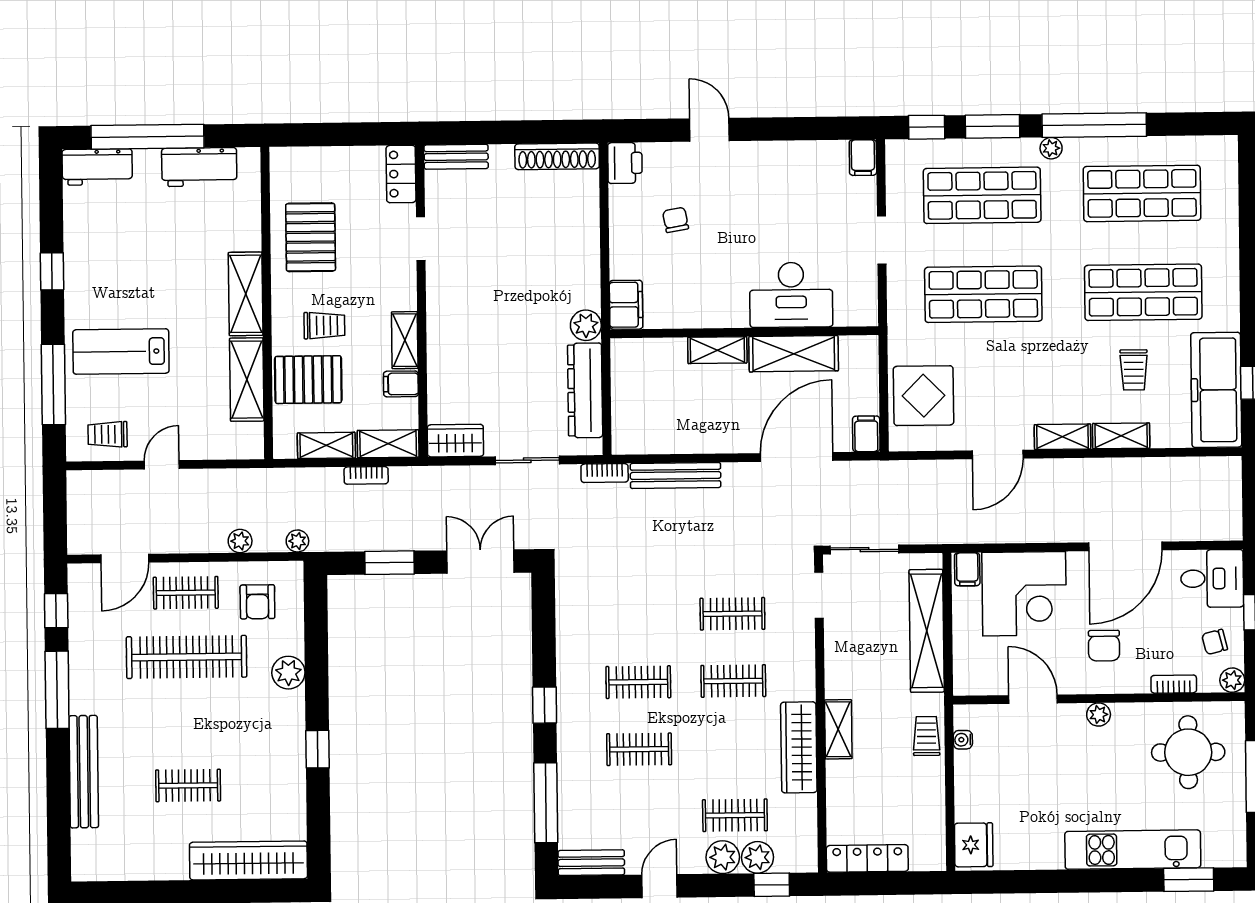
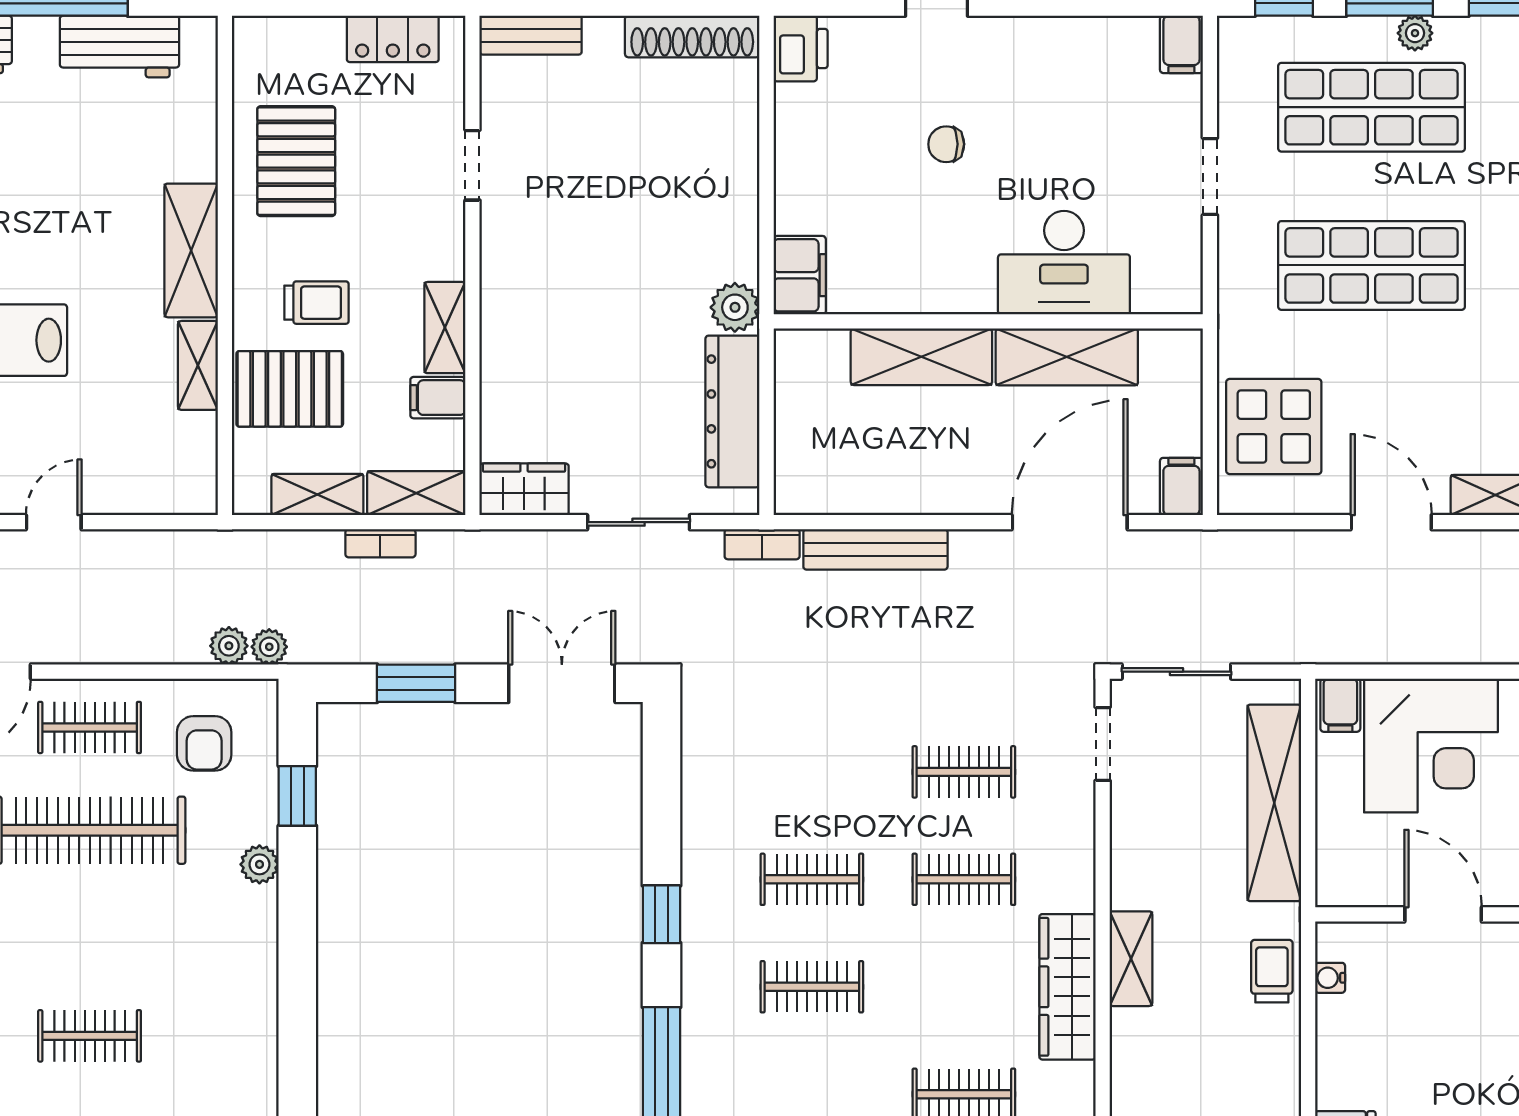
plant: (1051, 148) -> (1415, 33), moved
locker: (401, 174) -> (393, 39), moved, turned -90
chair: (676, 220) -> (946, 144), moved, turned -80
shelving: (717, 350) -> (921, 357), width x1.50, depth x1.33
shelving: (247, 380) -> (198, 365), width x0.67, depth x0.75
door: (998, 455) -> (1391, 522), swing flipped
plant: (240, 541) -> (229, 646), moved
plant: (288, 673) -> (259, 864), width x0.73, depth x0.73
window: (318, 749) -> (297, 796), moved

